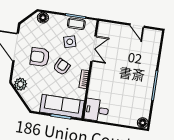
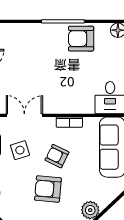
armchair: (40, 57) -> (48, 189), turned 95
armchair: (141, 96) -> (81, 39), added

